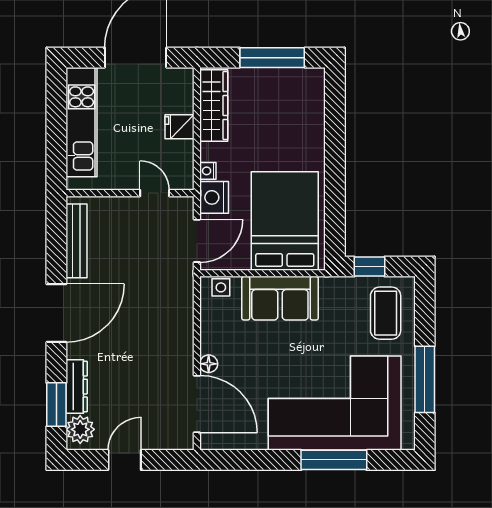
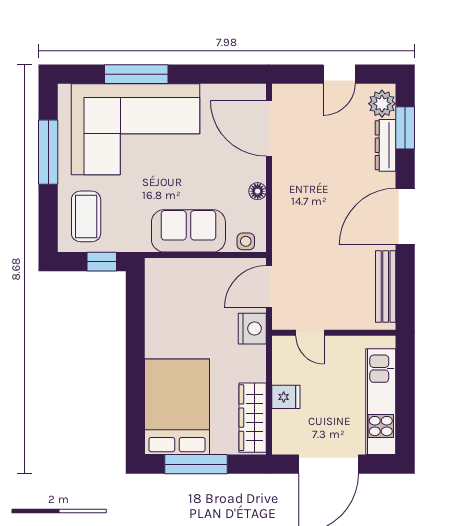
nightstand: (208, 171) -> (258, 354), removed
bed: (285, 221) -> (177, 407), moved, turned 180
floor lamp: (209, 364) -> (258, 191), moved

